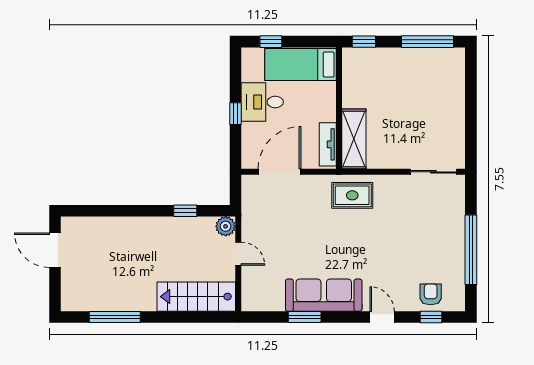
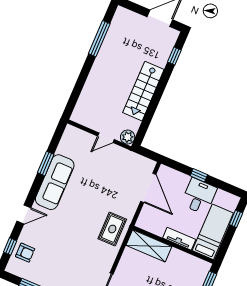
tv unit: (328, 144) -> (179, 239), moved
window: (185, 211) -> (174, 56), moved
stairs: (196, 297) -> (143, 91), moved, turned 180

